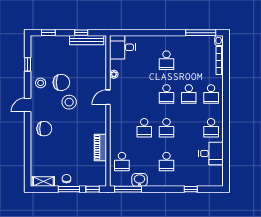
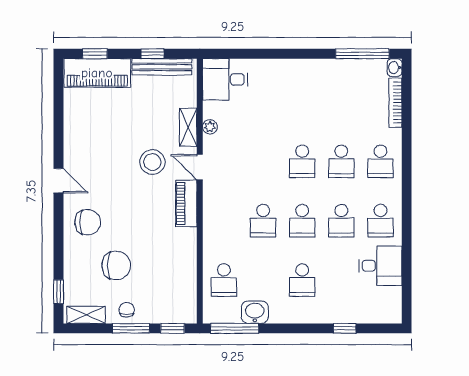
piano: (50, 44) -> (97, 73), added
school desk: (166, 60) -> (341, 221), moved
window: (28, 64) -> (58, 292), moved
shelving: (102, 75) -> (188, 127), added
chair: (61, 82) -> (116, 266), moved
stool: (41, 83) -> (81, 142), removed
door: (108, 97) -> (200, 167), hinge flipped
stool: (69, 102) -> (152, 162), moved
door: (28, 105) -> (58, 181), swing flipped
piano: (100, 147) -> (186, 203), moved

